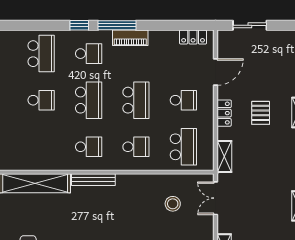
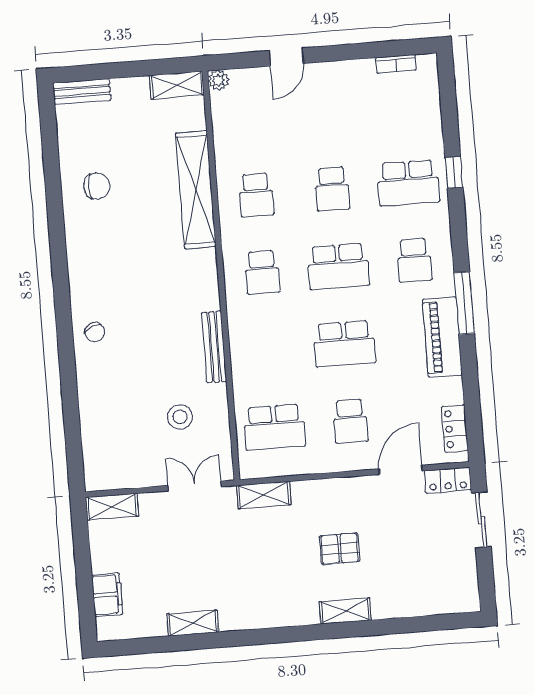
window: (79, 25) -> (454, 173), moved
piano: (130, 38) -> (442, 337), width x1.37, depth x1.33
door: (215, 72) -> (401, 470), swing flipped
locker: (224, 113) -> (448, 480), moved
school desk: (136, 147) -> (256, 195), moved
bench: (93, 180) -> (214, 347), moved

